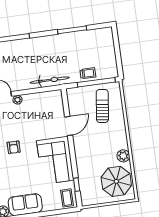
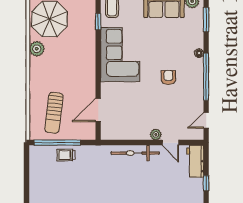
bicycle: (50, 80) -> (135, 153), moved
door: (69, 126) -> (98, 110), moved

